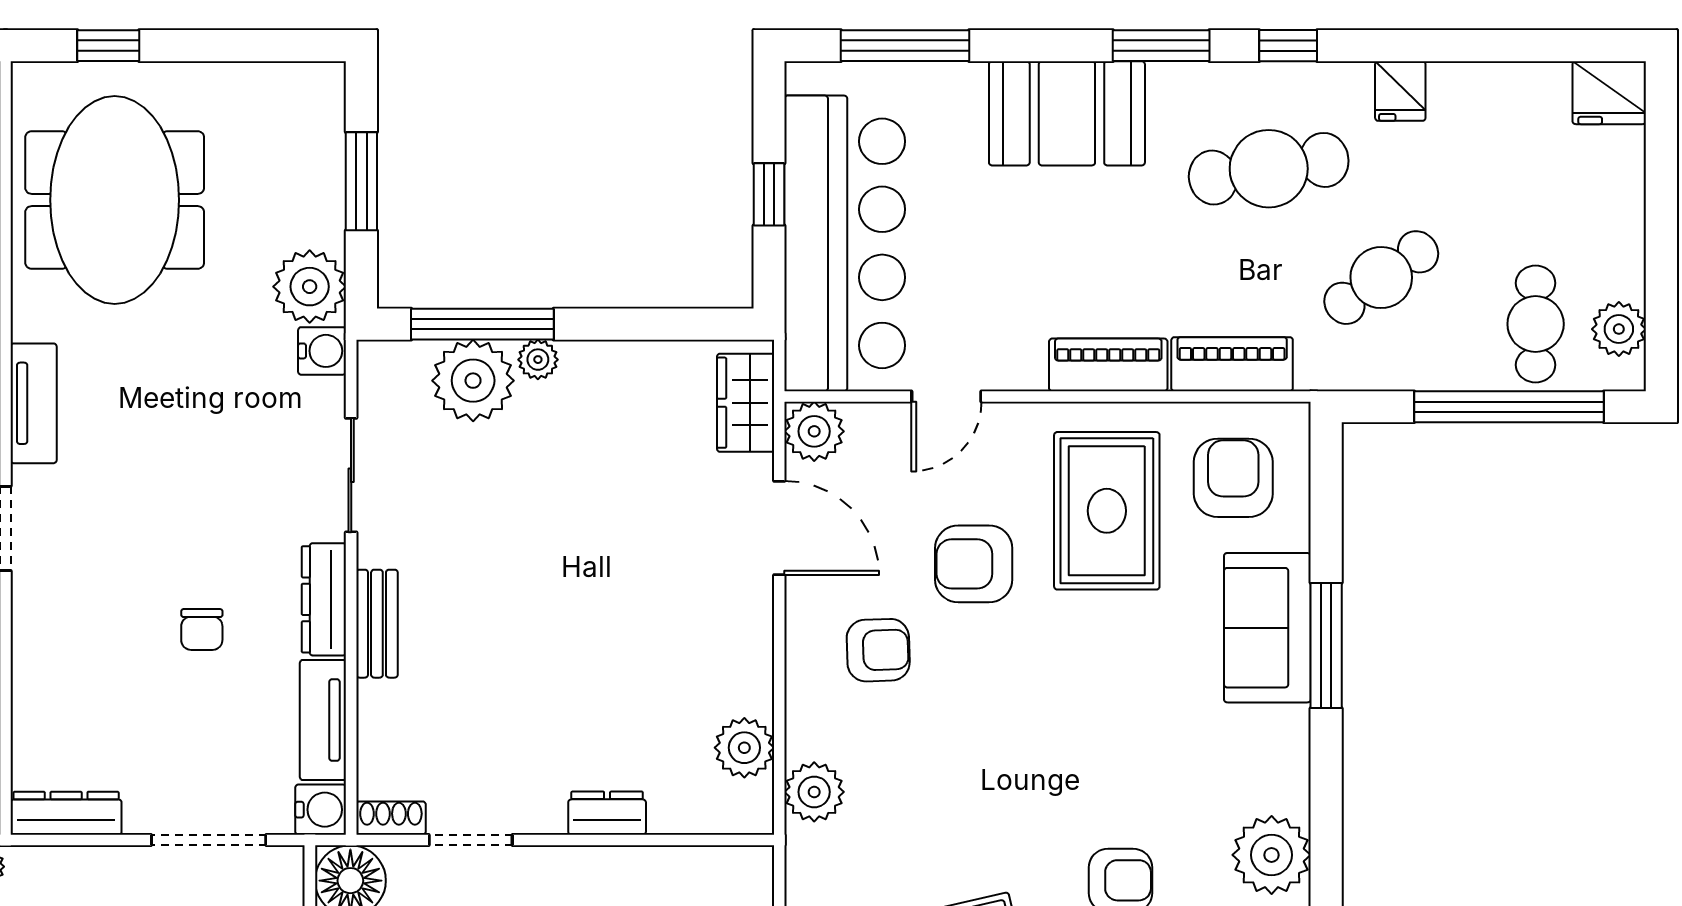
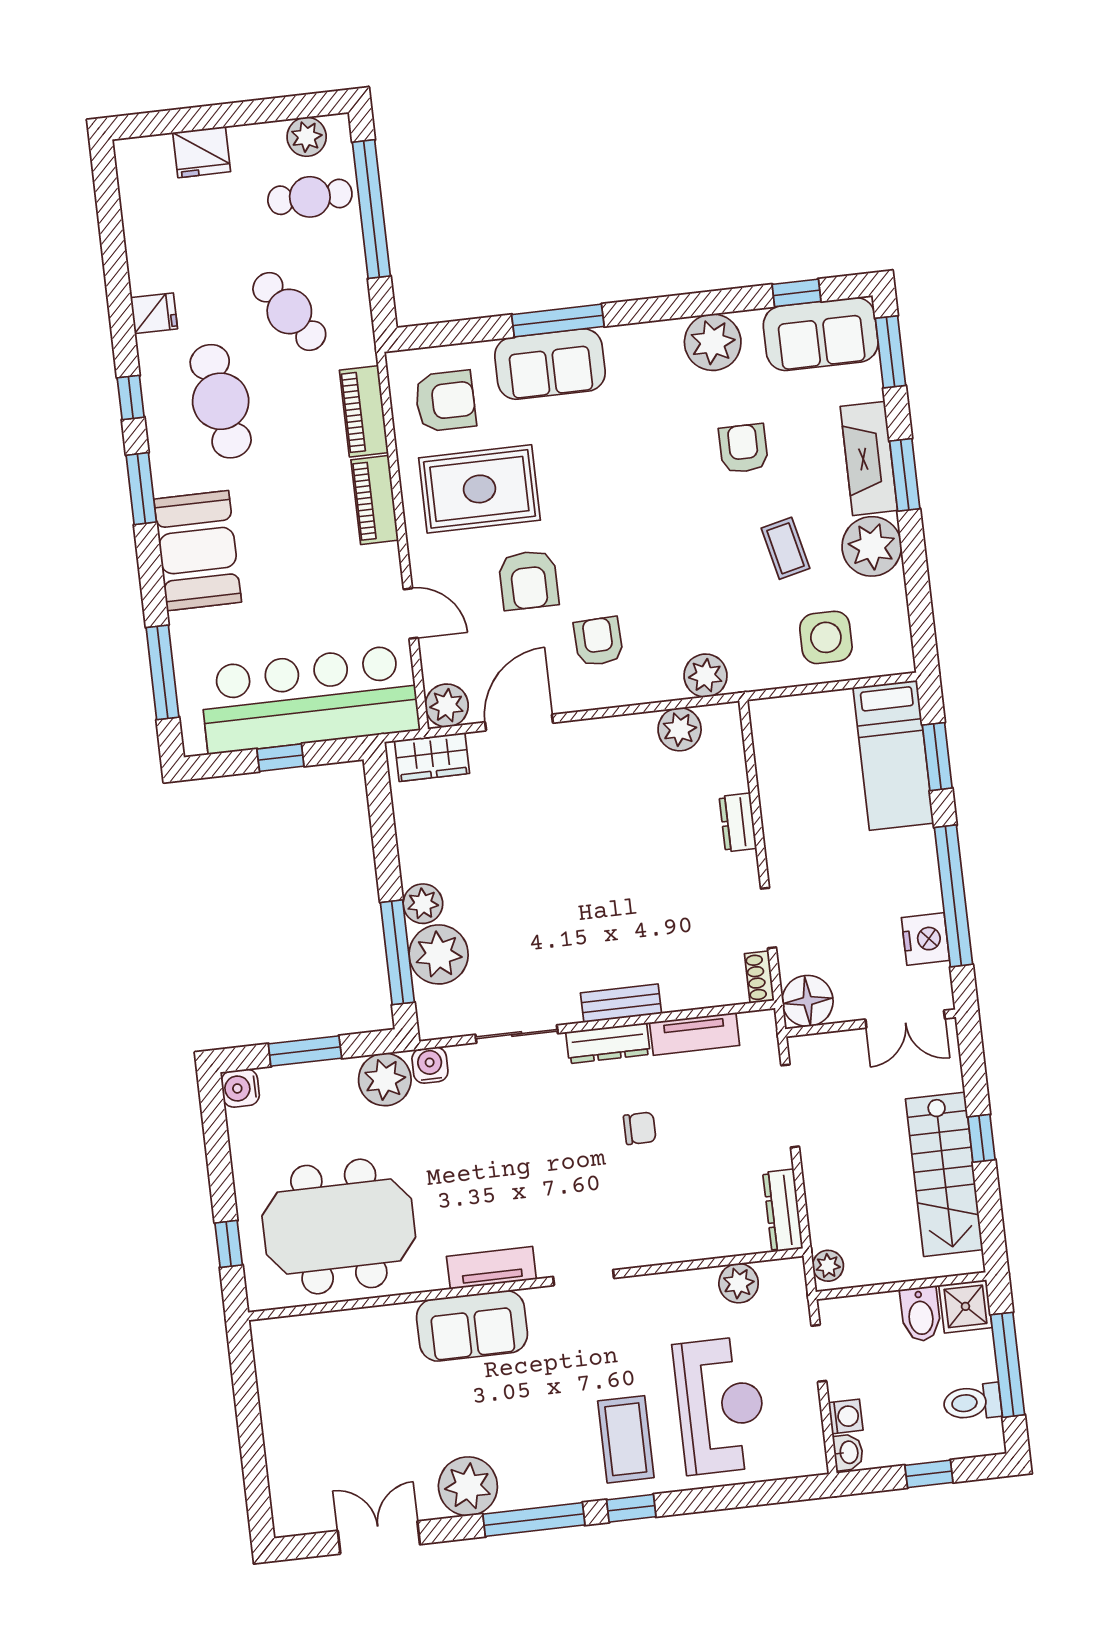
fridge: (1609, 93) -> (202, 152), moved, turned 90
plant: (538, 360) -> (423, 904), width x1.38, depth x1.38
armchair: (1233, 478) -> (445, 401), turned 180
water cooler: (321, 810) -> (240, 1088), moved, turned -90

